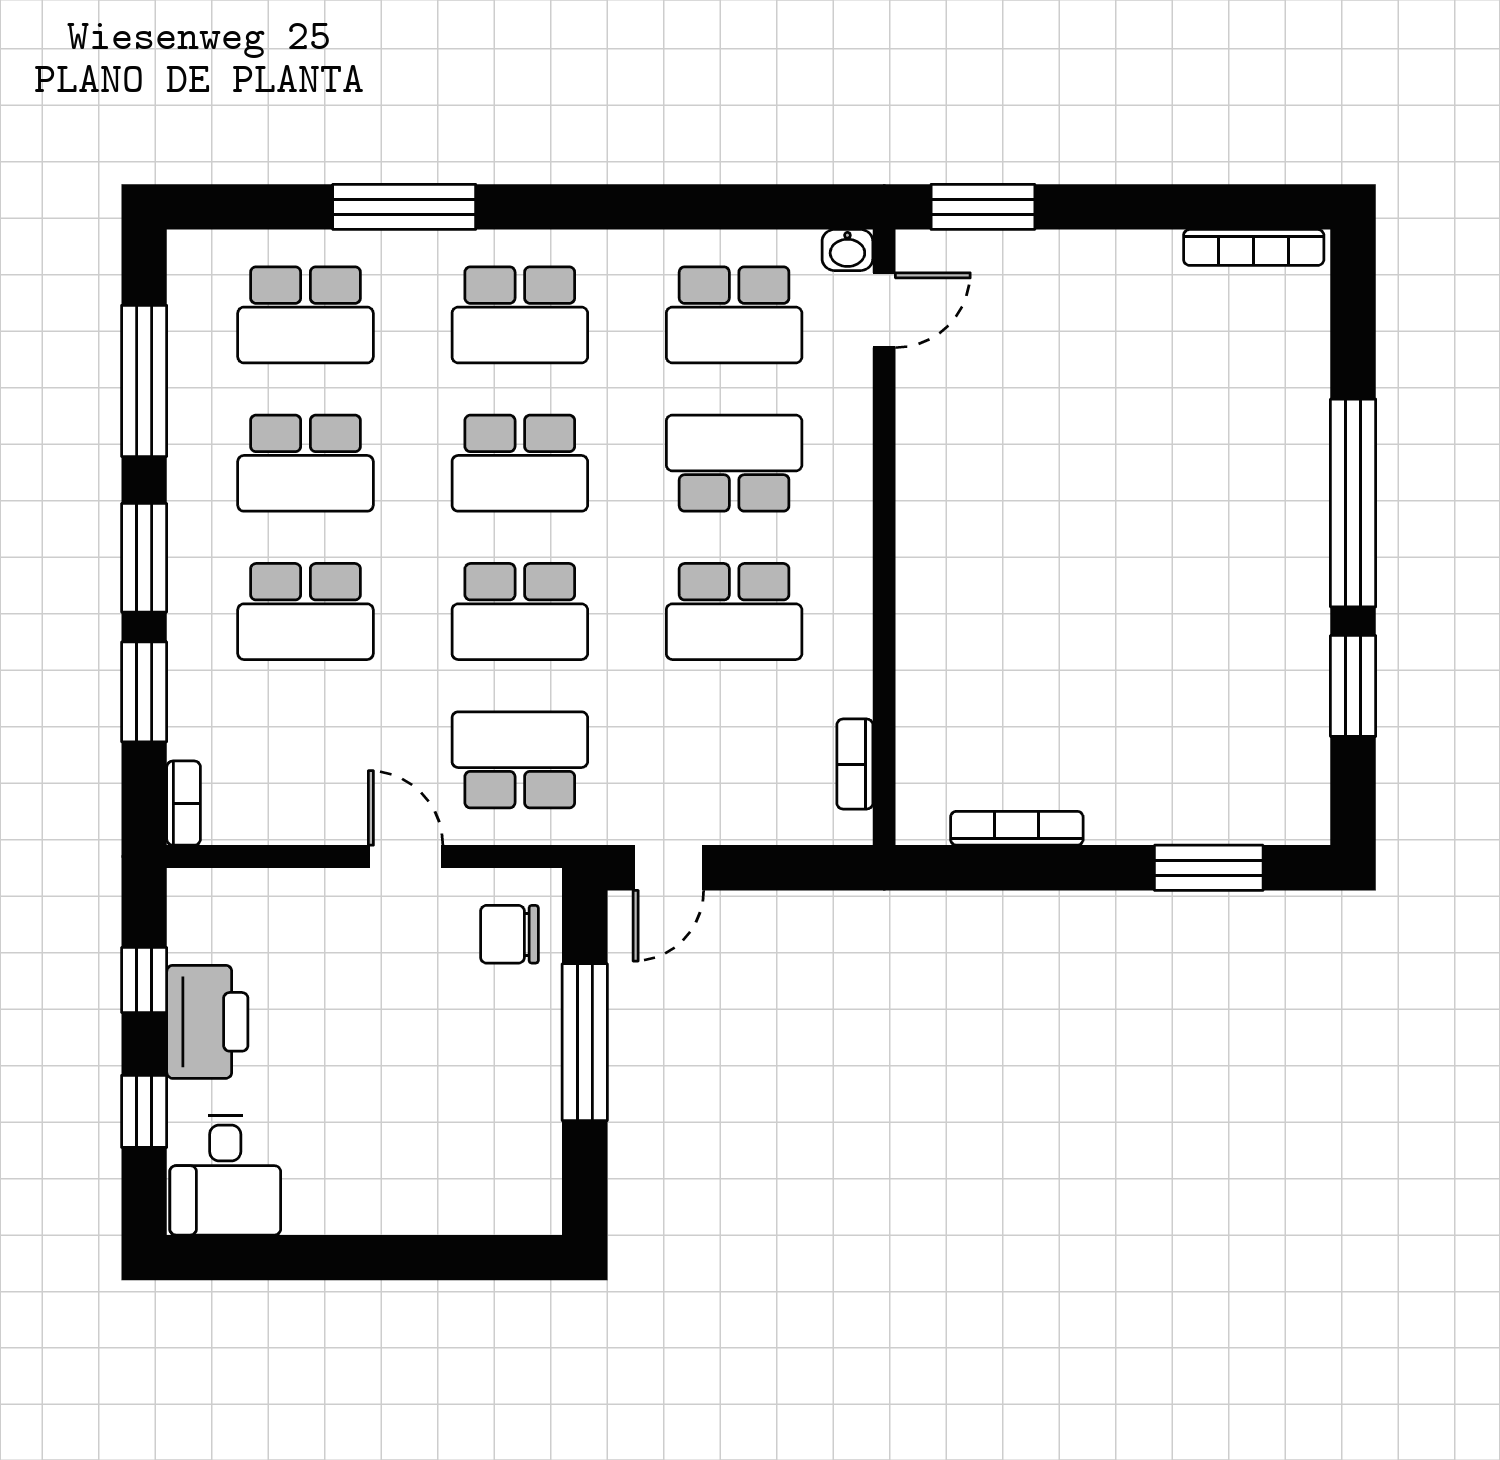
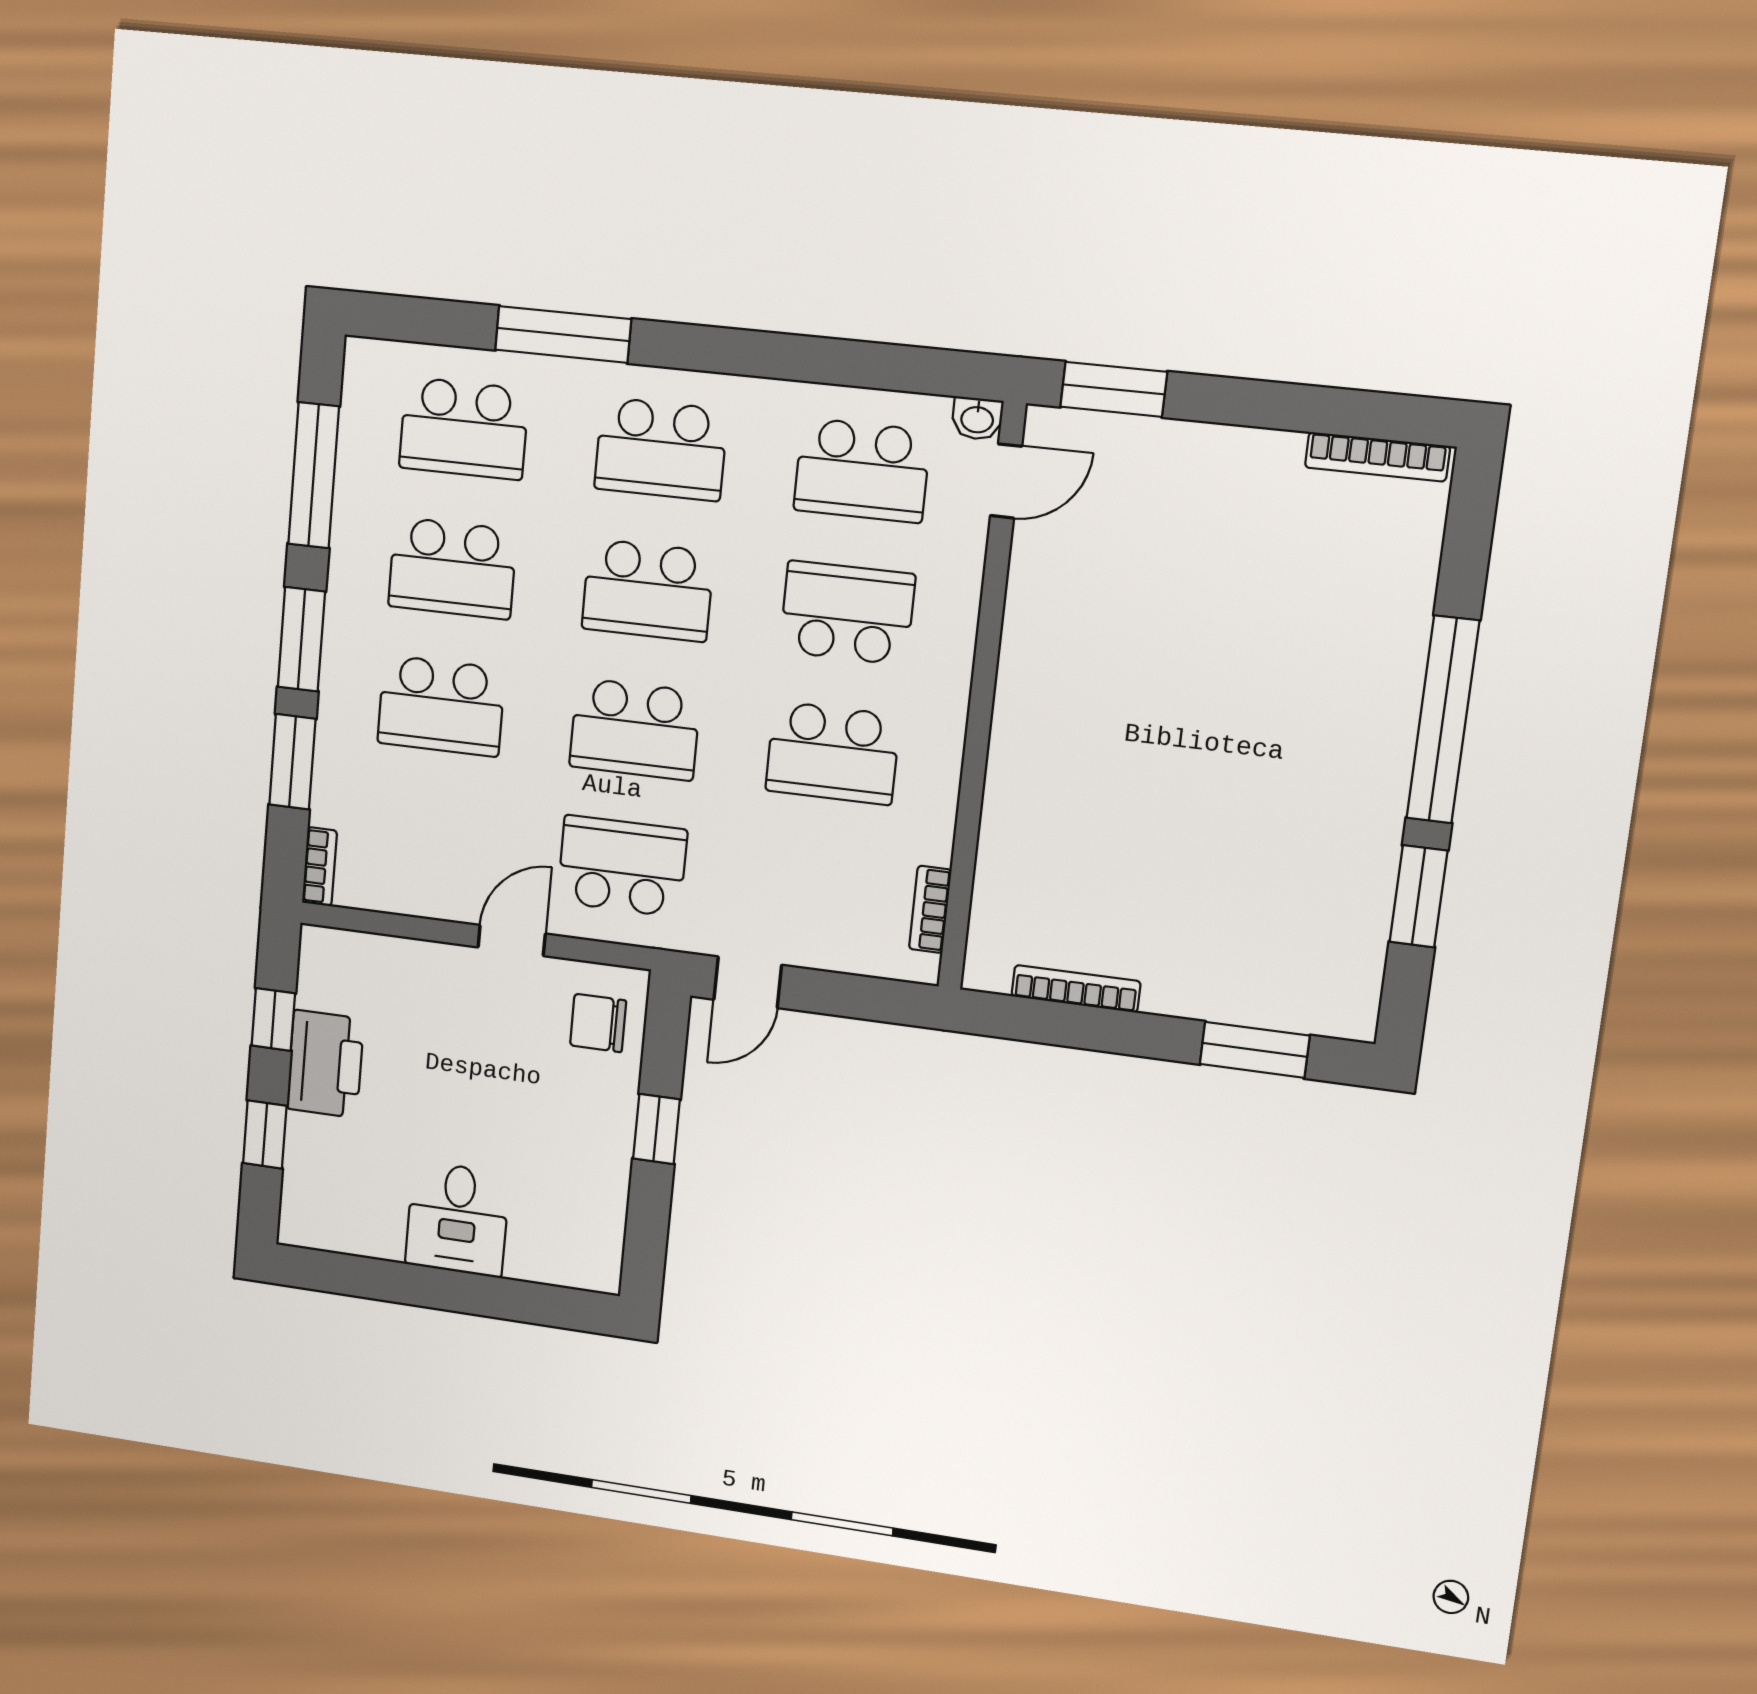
door: (406, 857) -> (512, 940), hinge flipped
window: (585, 1042) -> (657, 1129), width x0.46
desk: (225, 1175) -> (457, 1219), moved

